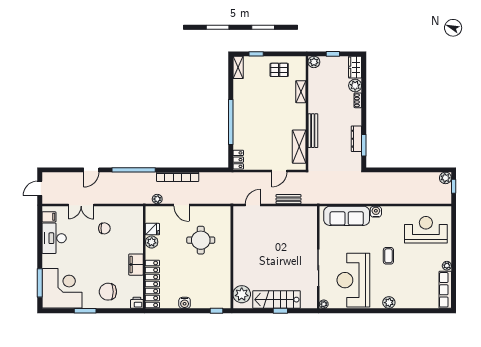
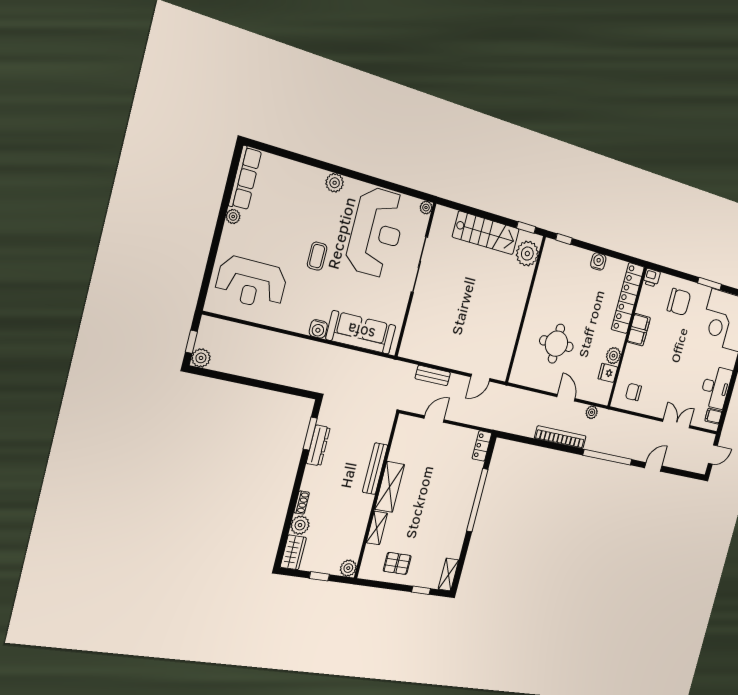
shelving: (299, 147) -> (390, 487), moved
chair: (104, 228) -> (633, 392), moved
window: (280, 311) -> (526, 227), moved

